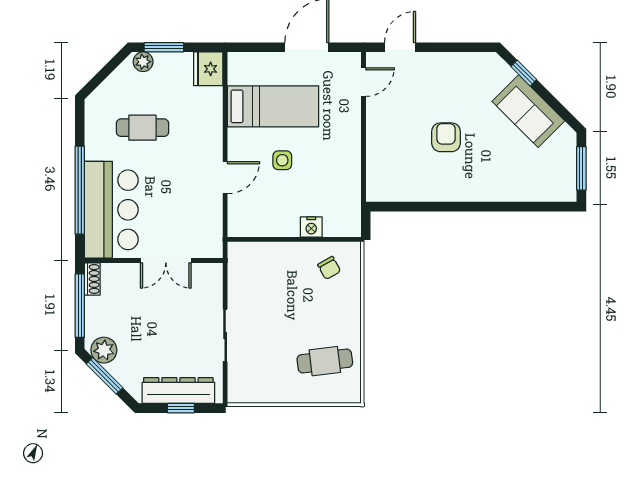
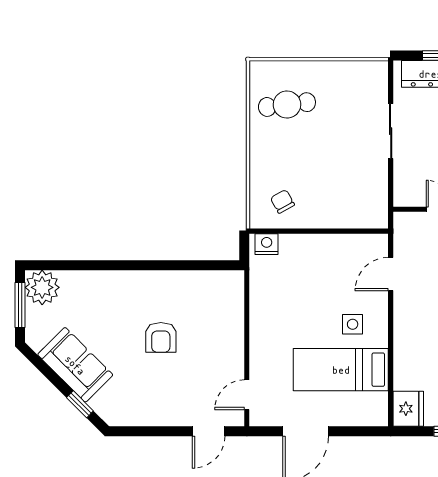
side table: (282, 160) -> (353, 324), moved
door: (225, 178) -> (391, 274), moved
plant: (560, 185) -> (42, 287), added
nightstand: (311, 227) -> (267, 244), moved

